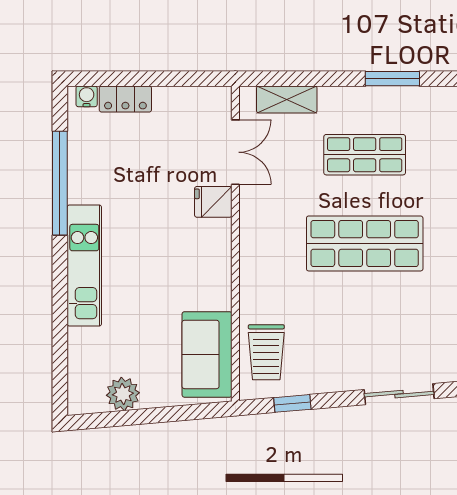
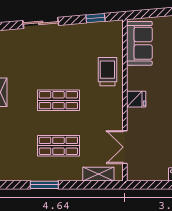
fridge: (213, 202) -> (136, 99), moved
shop shelf: (365, 243) -> (58, 100), width x0.70, depth x0.74
trolley: (266, 352) -> (107, 72), moved

